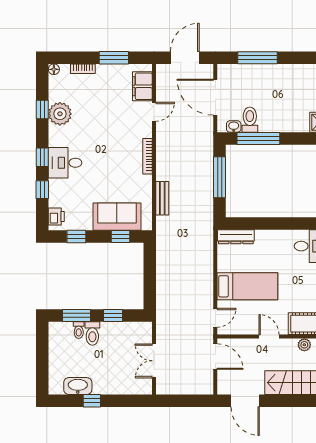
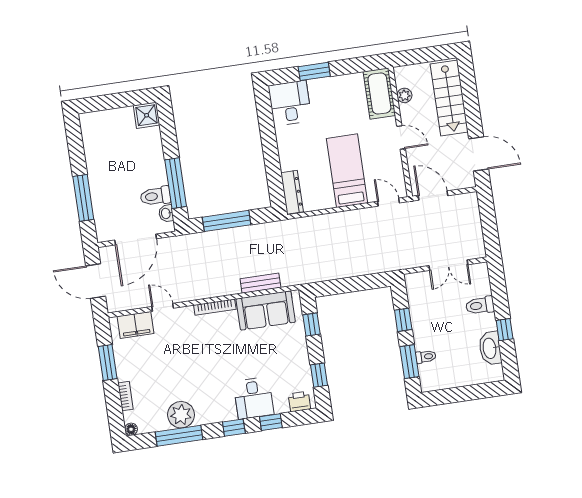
window: (42, 109) -> (179, 436), width x2.17
desk: (65, 163) -> (254, 398), moved
sofa: (117, 217) -> (266, 310), moved, turned -90
toilet: (92, 333) -> (480, 305), moved, turned 180
door: (269, 337) -> (401, 137), swing flipped
door: (215, 357) -> (433, 196), hinge flipped
door: (245, 401) -> (479, 154), hinge flipped

